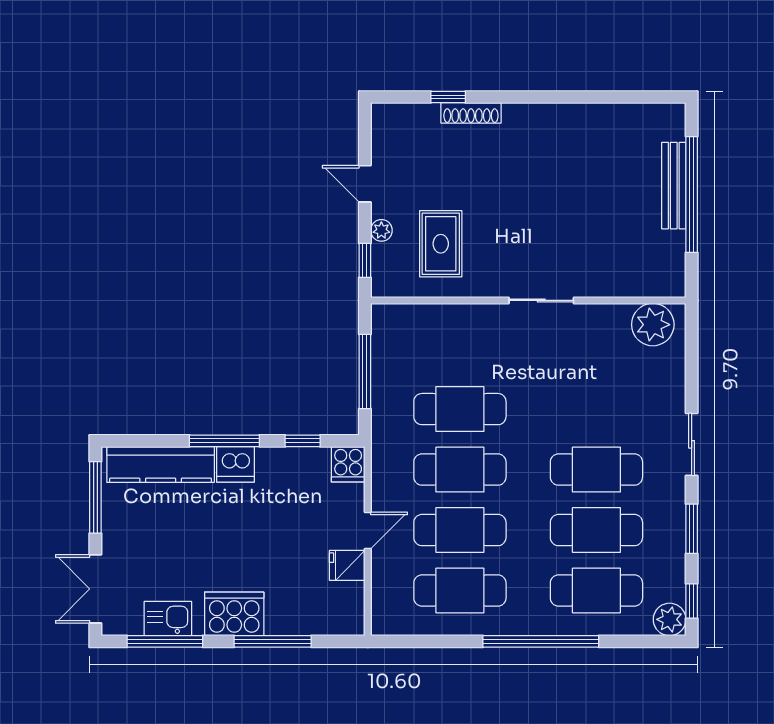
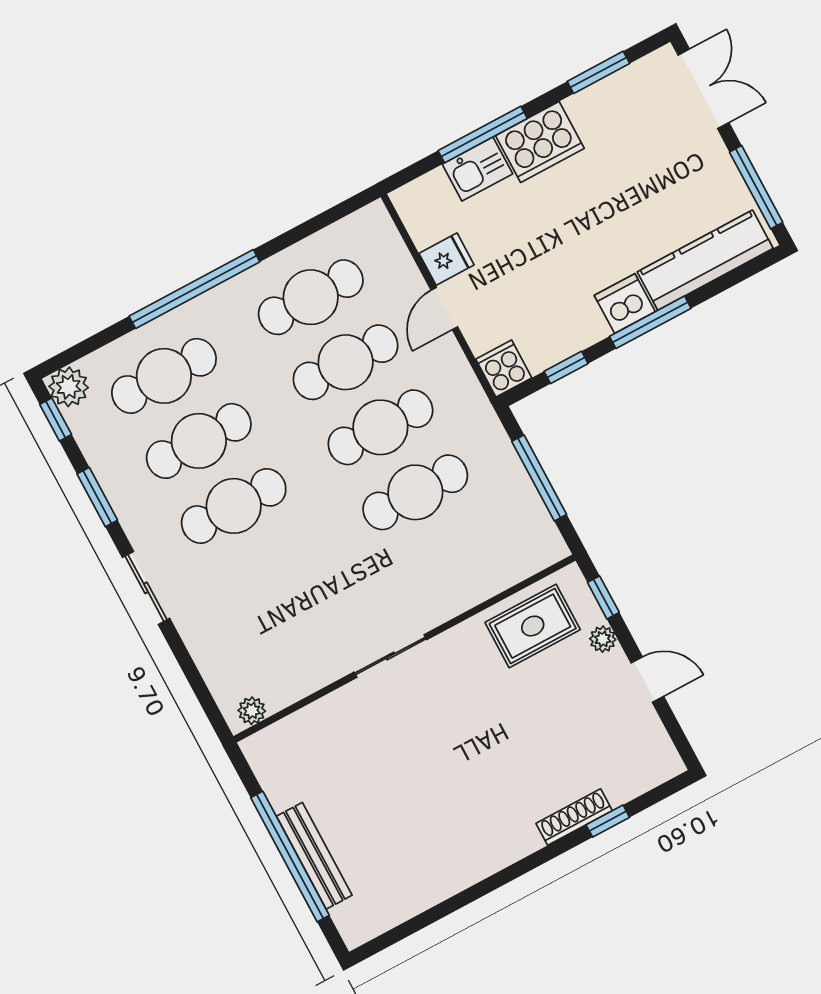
rug: (441, 244) -> (533, 626), moved, turned 90
plant: (653, 325) -> (252, 711), width x0.53, depth x0.53
kitchen sink: (168, 619) -> (477, 169), moved
window: (165, 641) -> (598, 72), width x0.69

